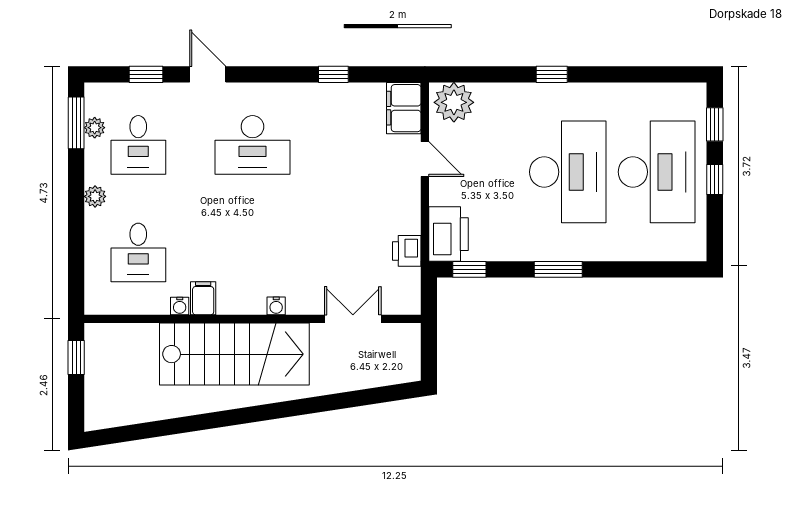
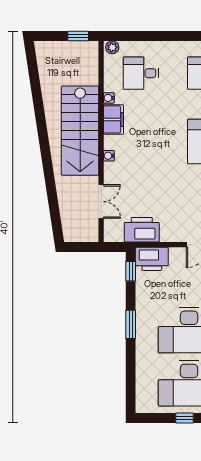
plant: (95, 196) -> (112, 47), moved
printer: (407, 251) -> (142, 230), width x1.87, depth x1.48
filing cabinet: (203, 298) -> (113, 119), width x2.00

